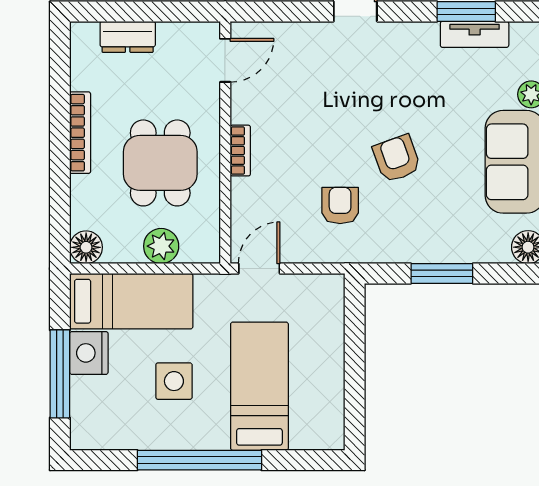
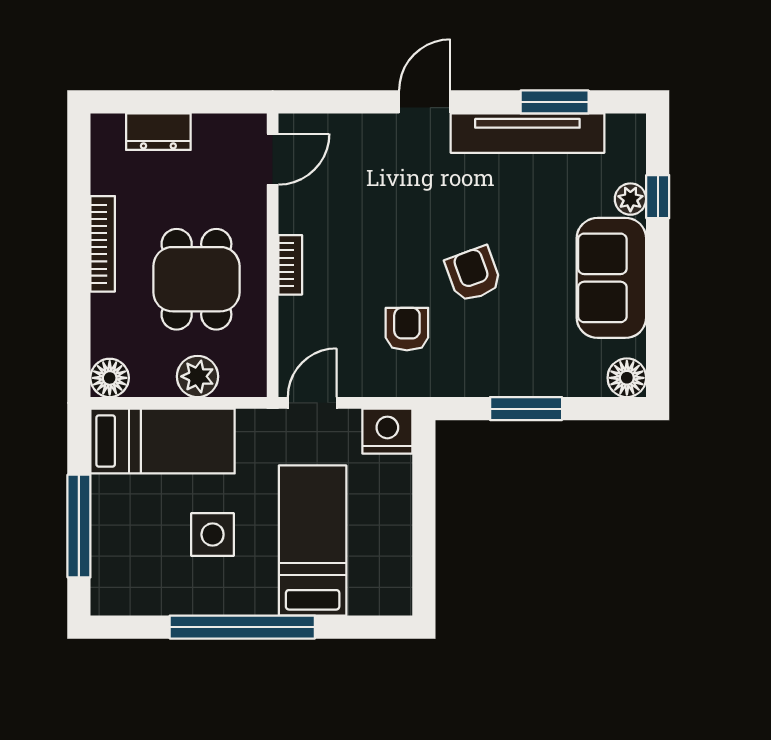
tv unit: (475, 34) -> (527, 133), width x1.92, depth x1.29
nightstand: (89, 353) -> (387, 431), moved, turned 90

